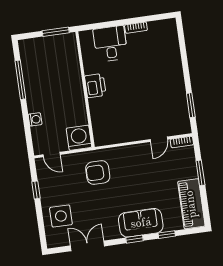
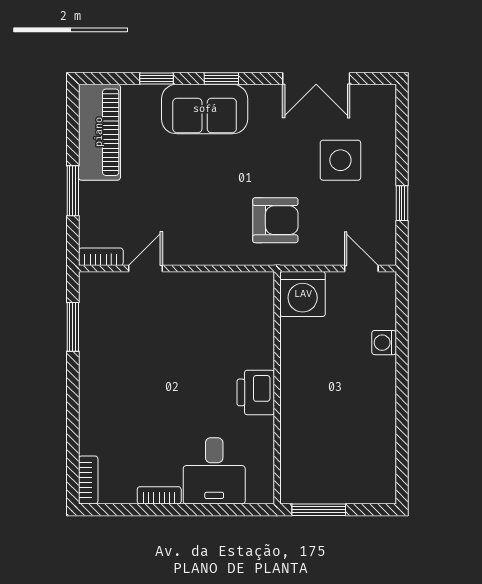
bookcase: (172, 30) -> (88, 480), added
window: (20, 80) -> (402, 425), removed
side table: (61, 216) -> (340, 160), moved

